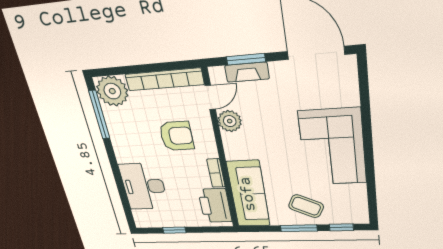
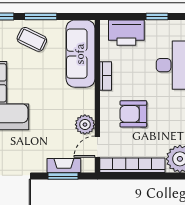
printer: (215, 206) -> (126, 33), moved, turned 90

